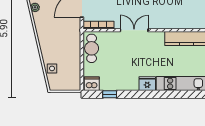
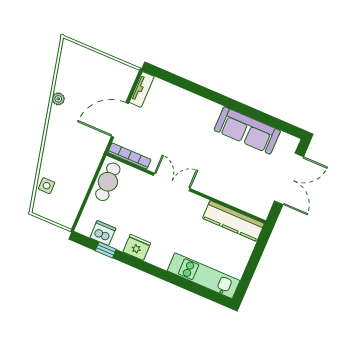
dishwasher: (92, 84) -> (103, 233), moved
fridge: (147, 84) -> (137, 247), moved

